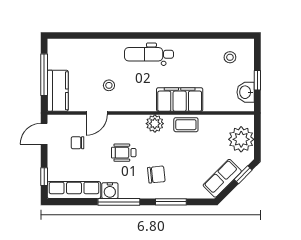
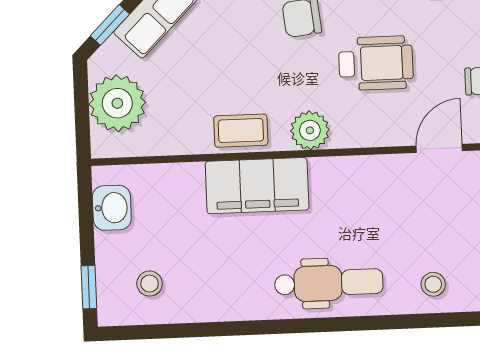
window: (257, 80) -> (89, 287), moved
stool: (109, 85) -> (433, 284), moved
wheelchair: (124, 153) -> (376, 63), width x1.36, depth x1.37

